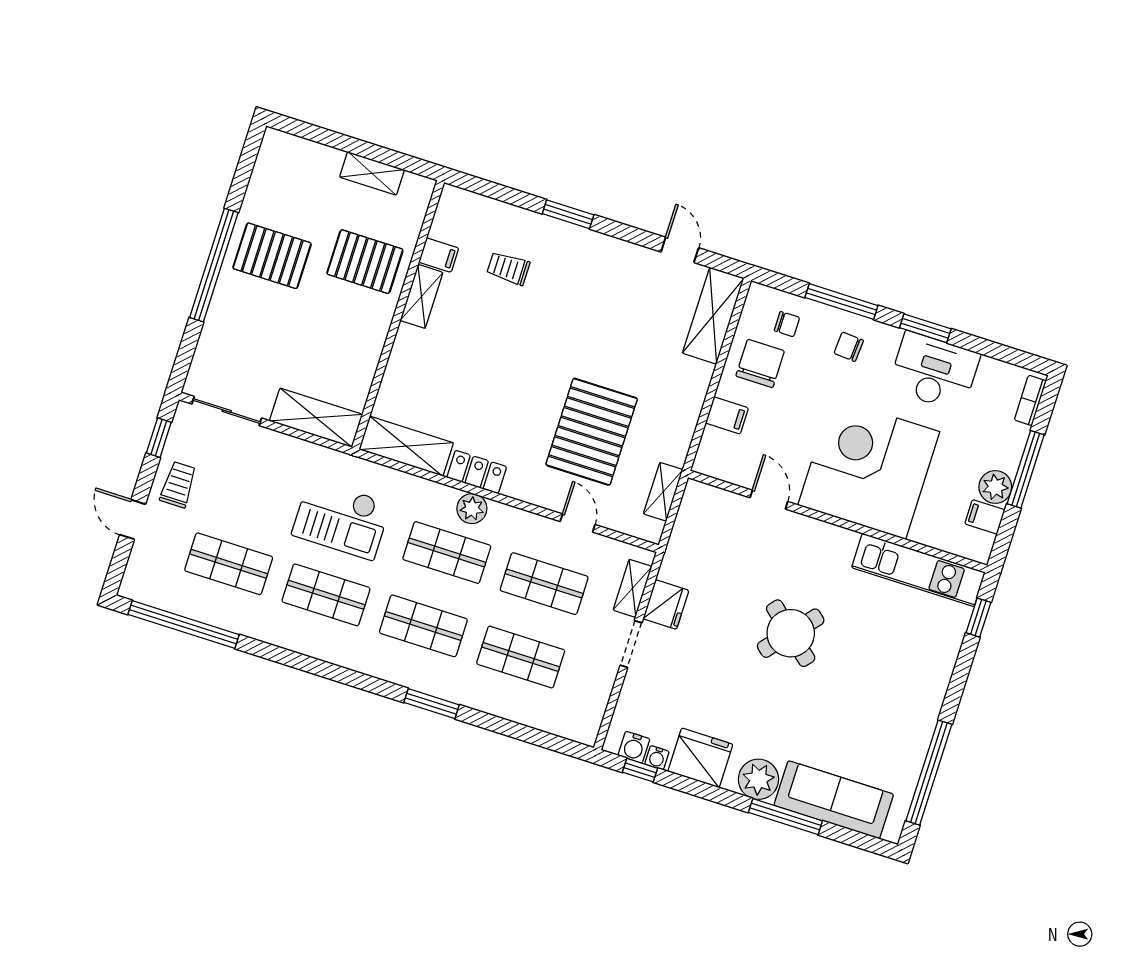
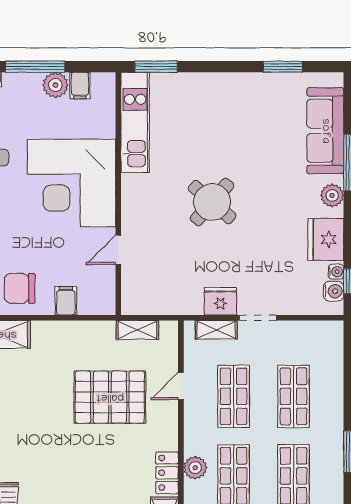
window: (978, 618) -> (156, 67), width x1.50
window: (929, 773) -> (283, 67), width x0.47
plant: (758, 779) -> (332, 195), width x0.73, depth x0.73

